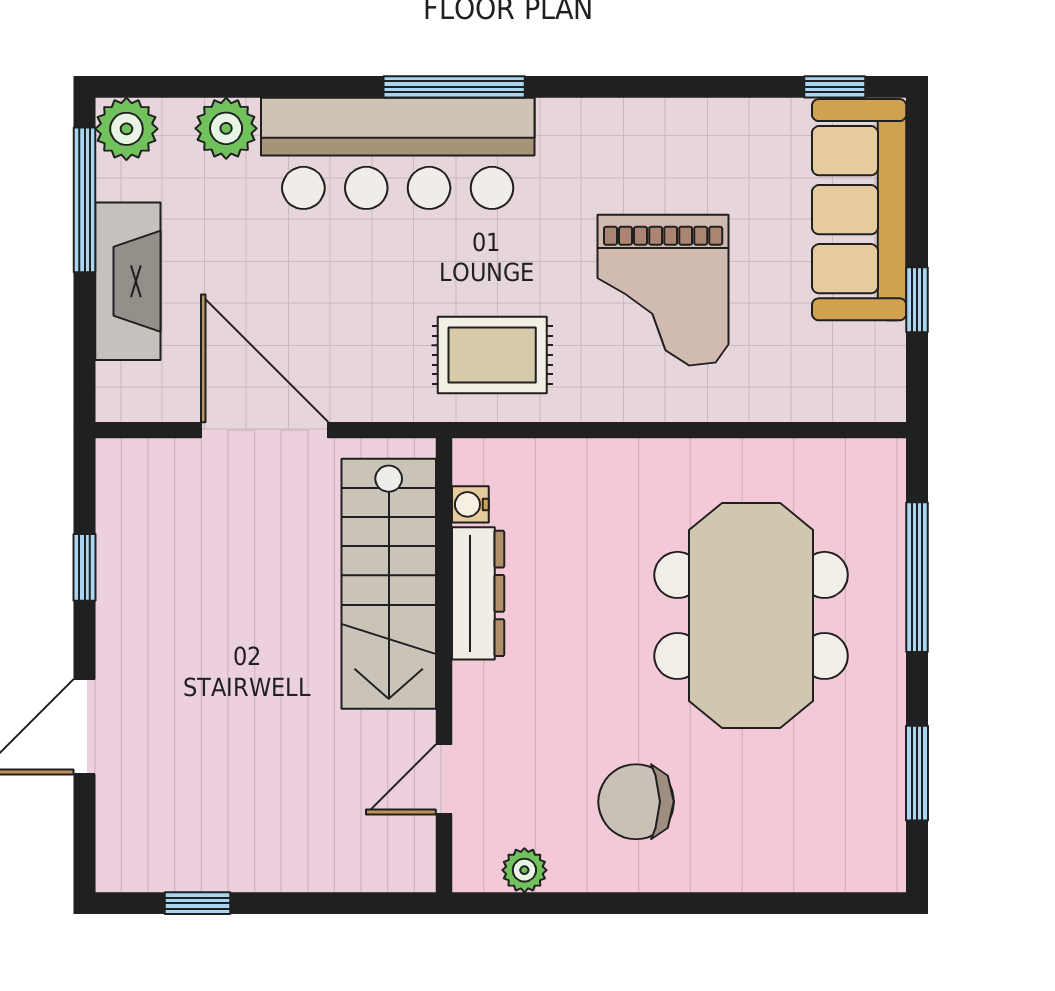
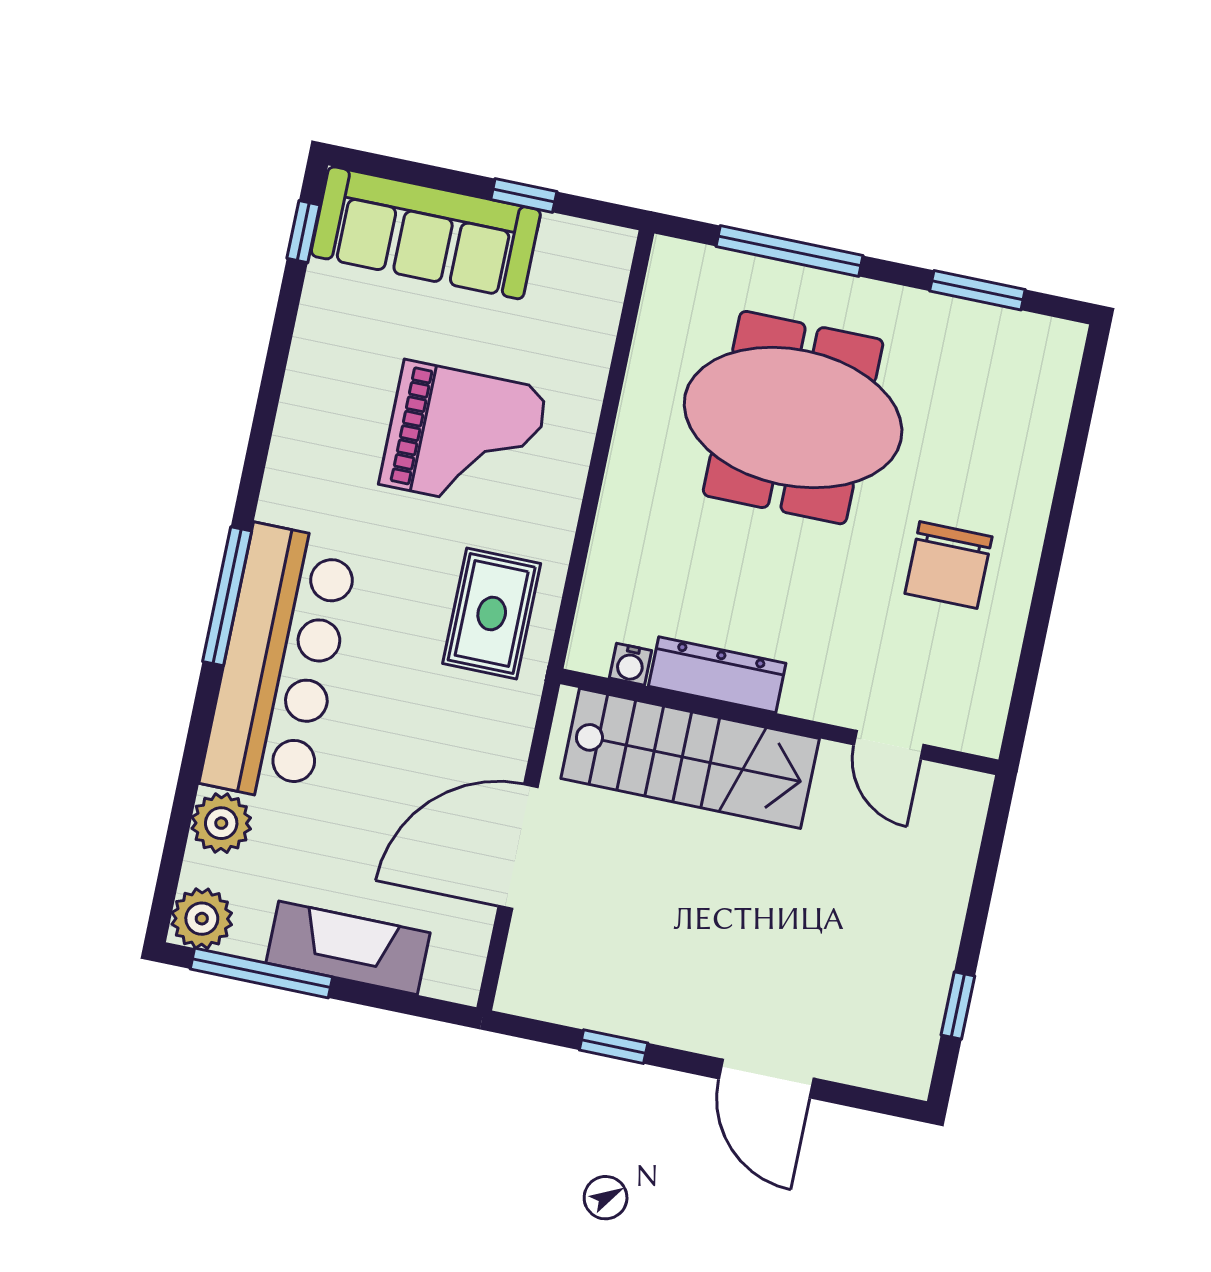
plant: (524, 870) -> (992, 686), removed

